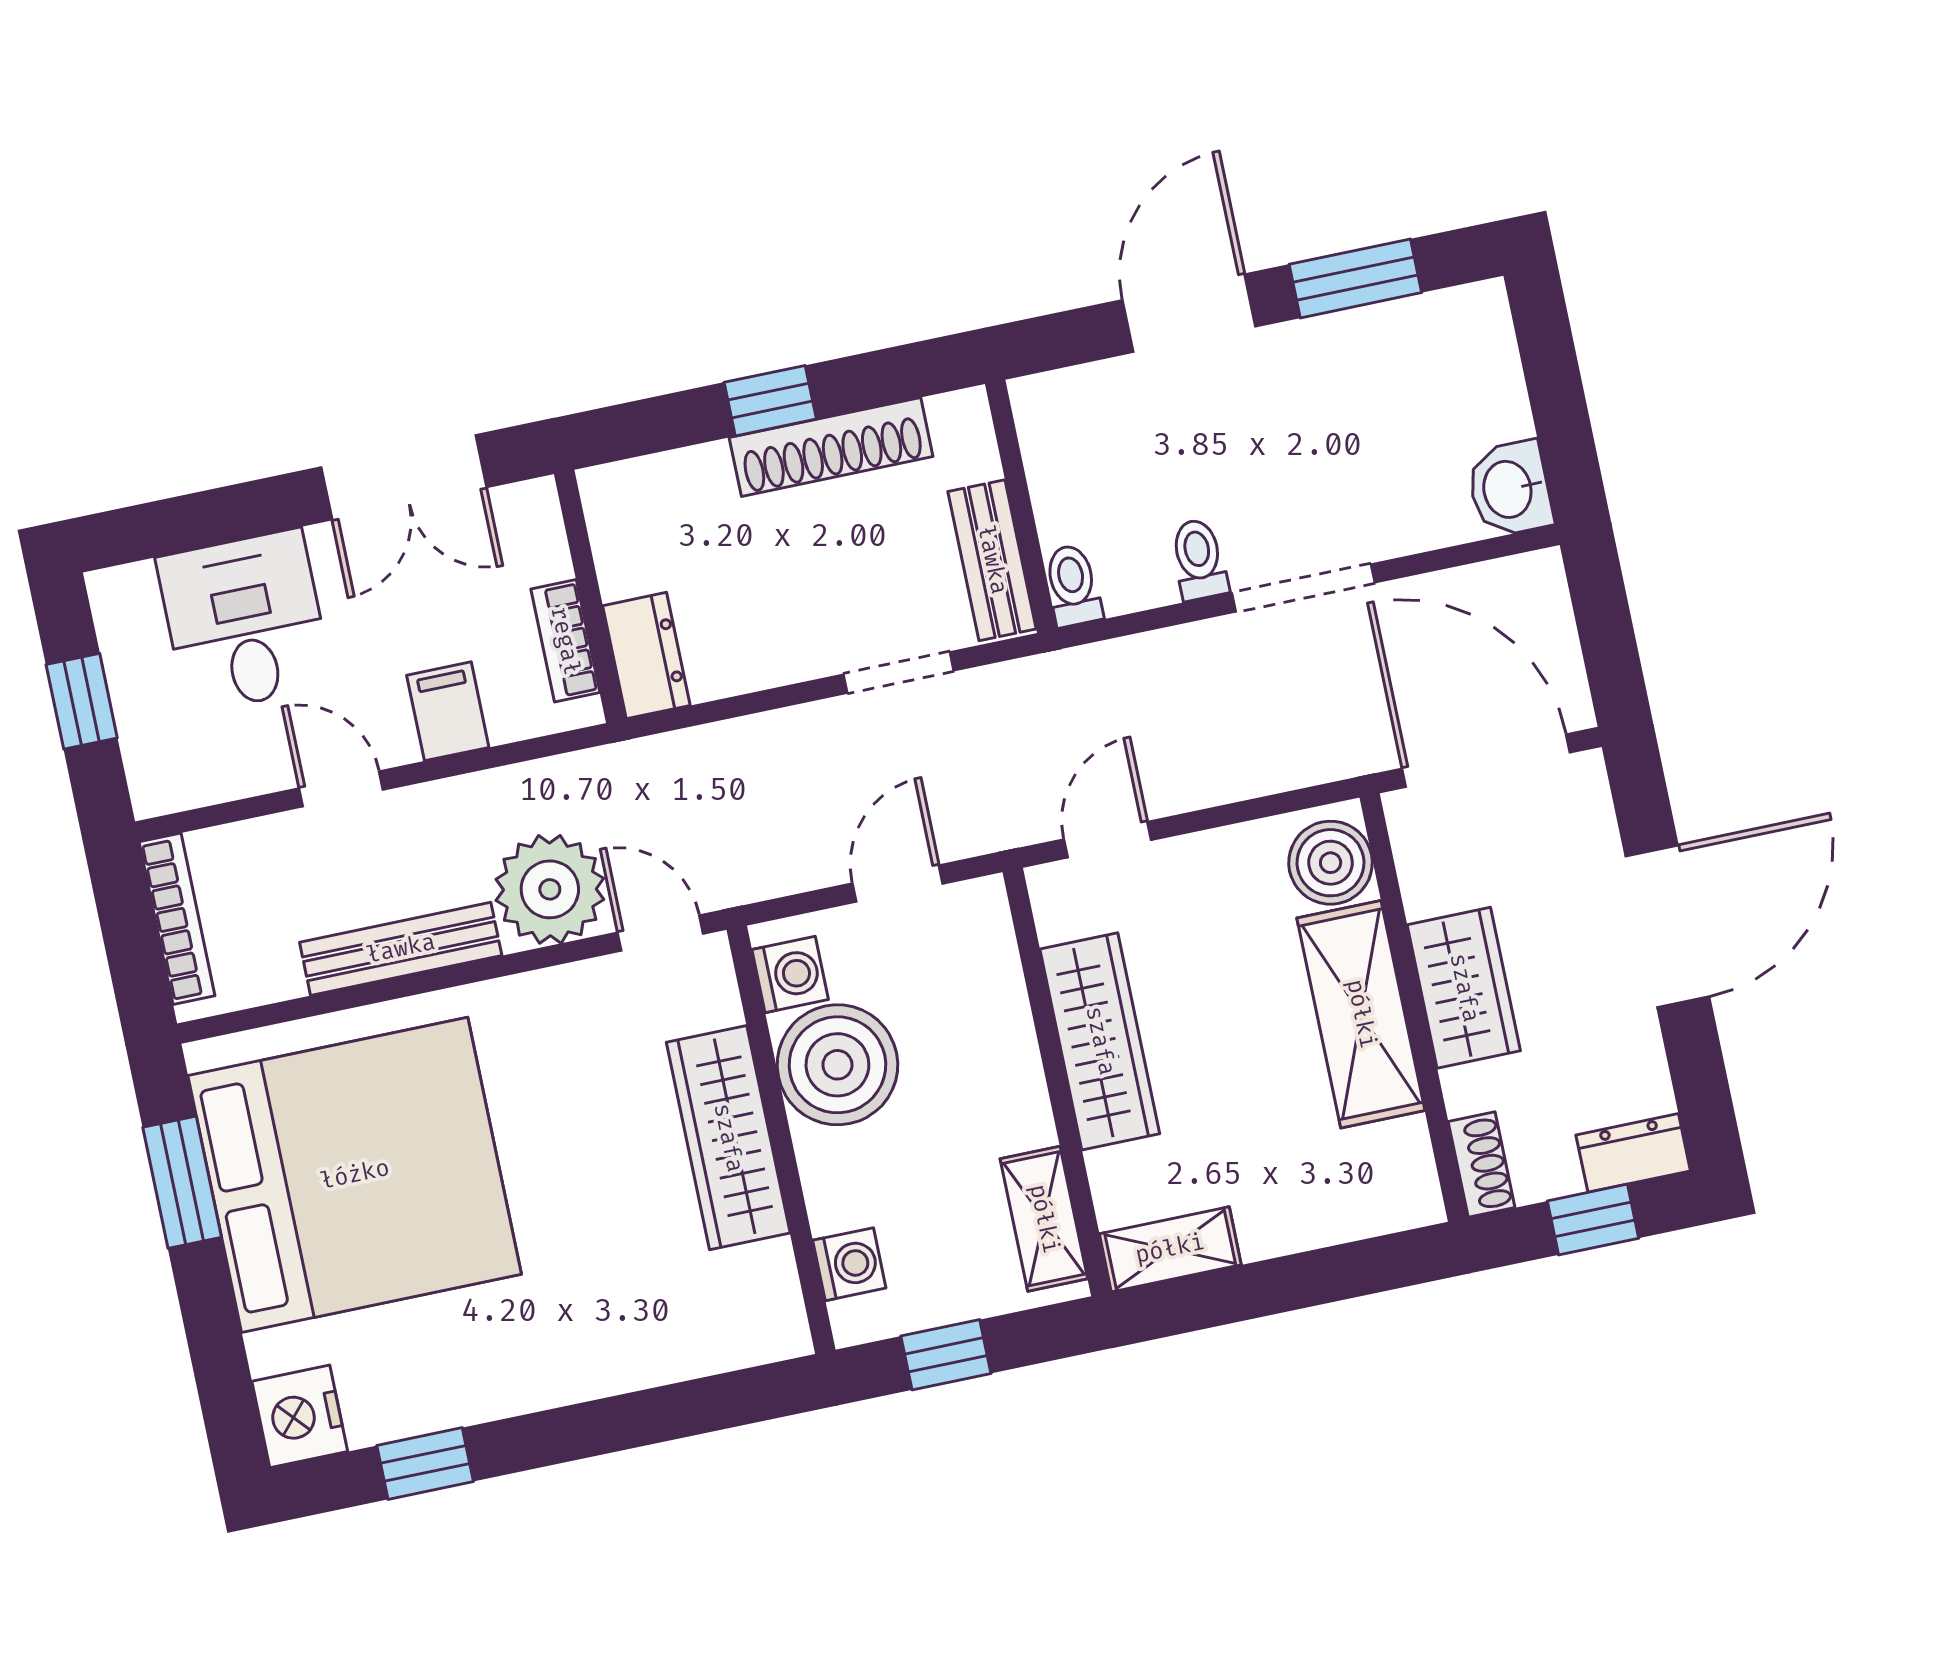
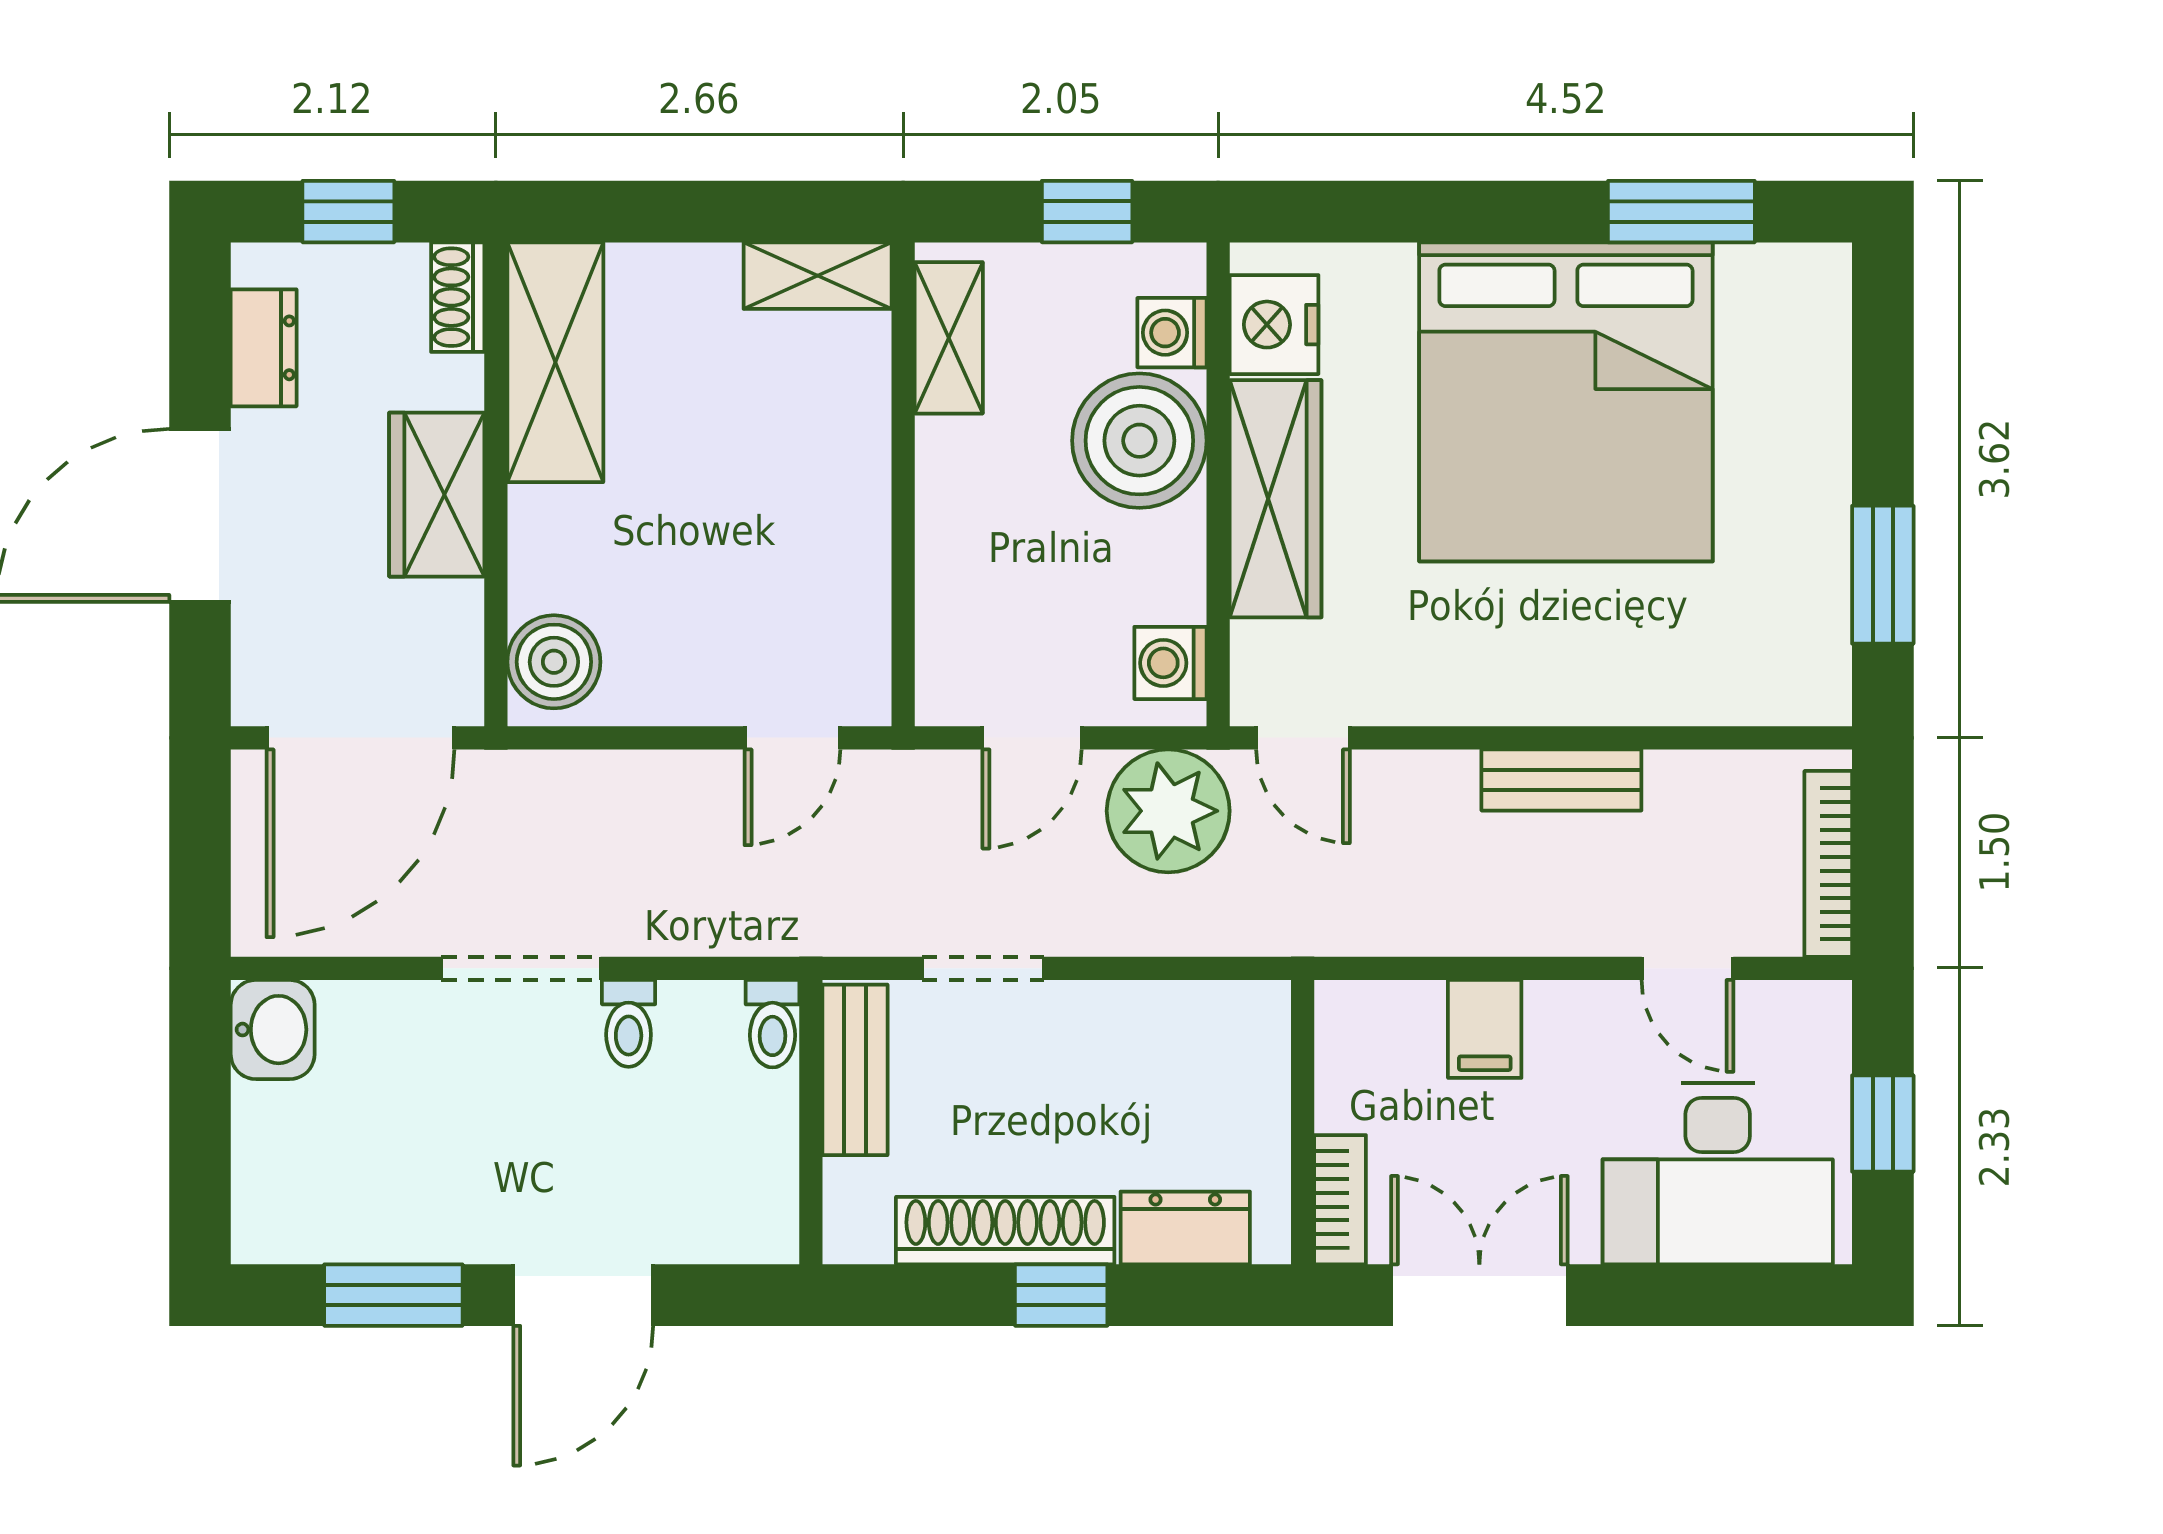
desk: (245, 621) -> (1718, 1174), width x1.37
bookcase: (565, 641) -> (1340, 1200), moved
dresser: (646, 656) -> (1185, 1228), moved, turned 90
door: (1486, 761) -> (361, 738), hinge flipped
door: (341, 789) -> (1688, 968), moved
plant: (550, 889) -> (1168, 811), moved
bench: (401, 949) -> (1561, 780), width x0.73
shelving: (1361, 1014) -> (555, 362), moved
wardrobe: (1100, 1041) -> (847, 519), removed
boiler: (837, 1065) -> (1139, 441), moved
dresser: (1633, 1153) -> (264, 348), moved, turned -90
bed: (355, 1175) -> (1566, 402), moved, turned -90
nightstand: (300, 1416) -> (1274, 325), moved, turned 180
window: (425, 1464) -> (1681, 212), width x1.50

